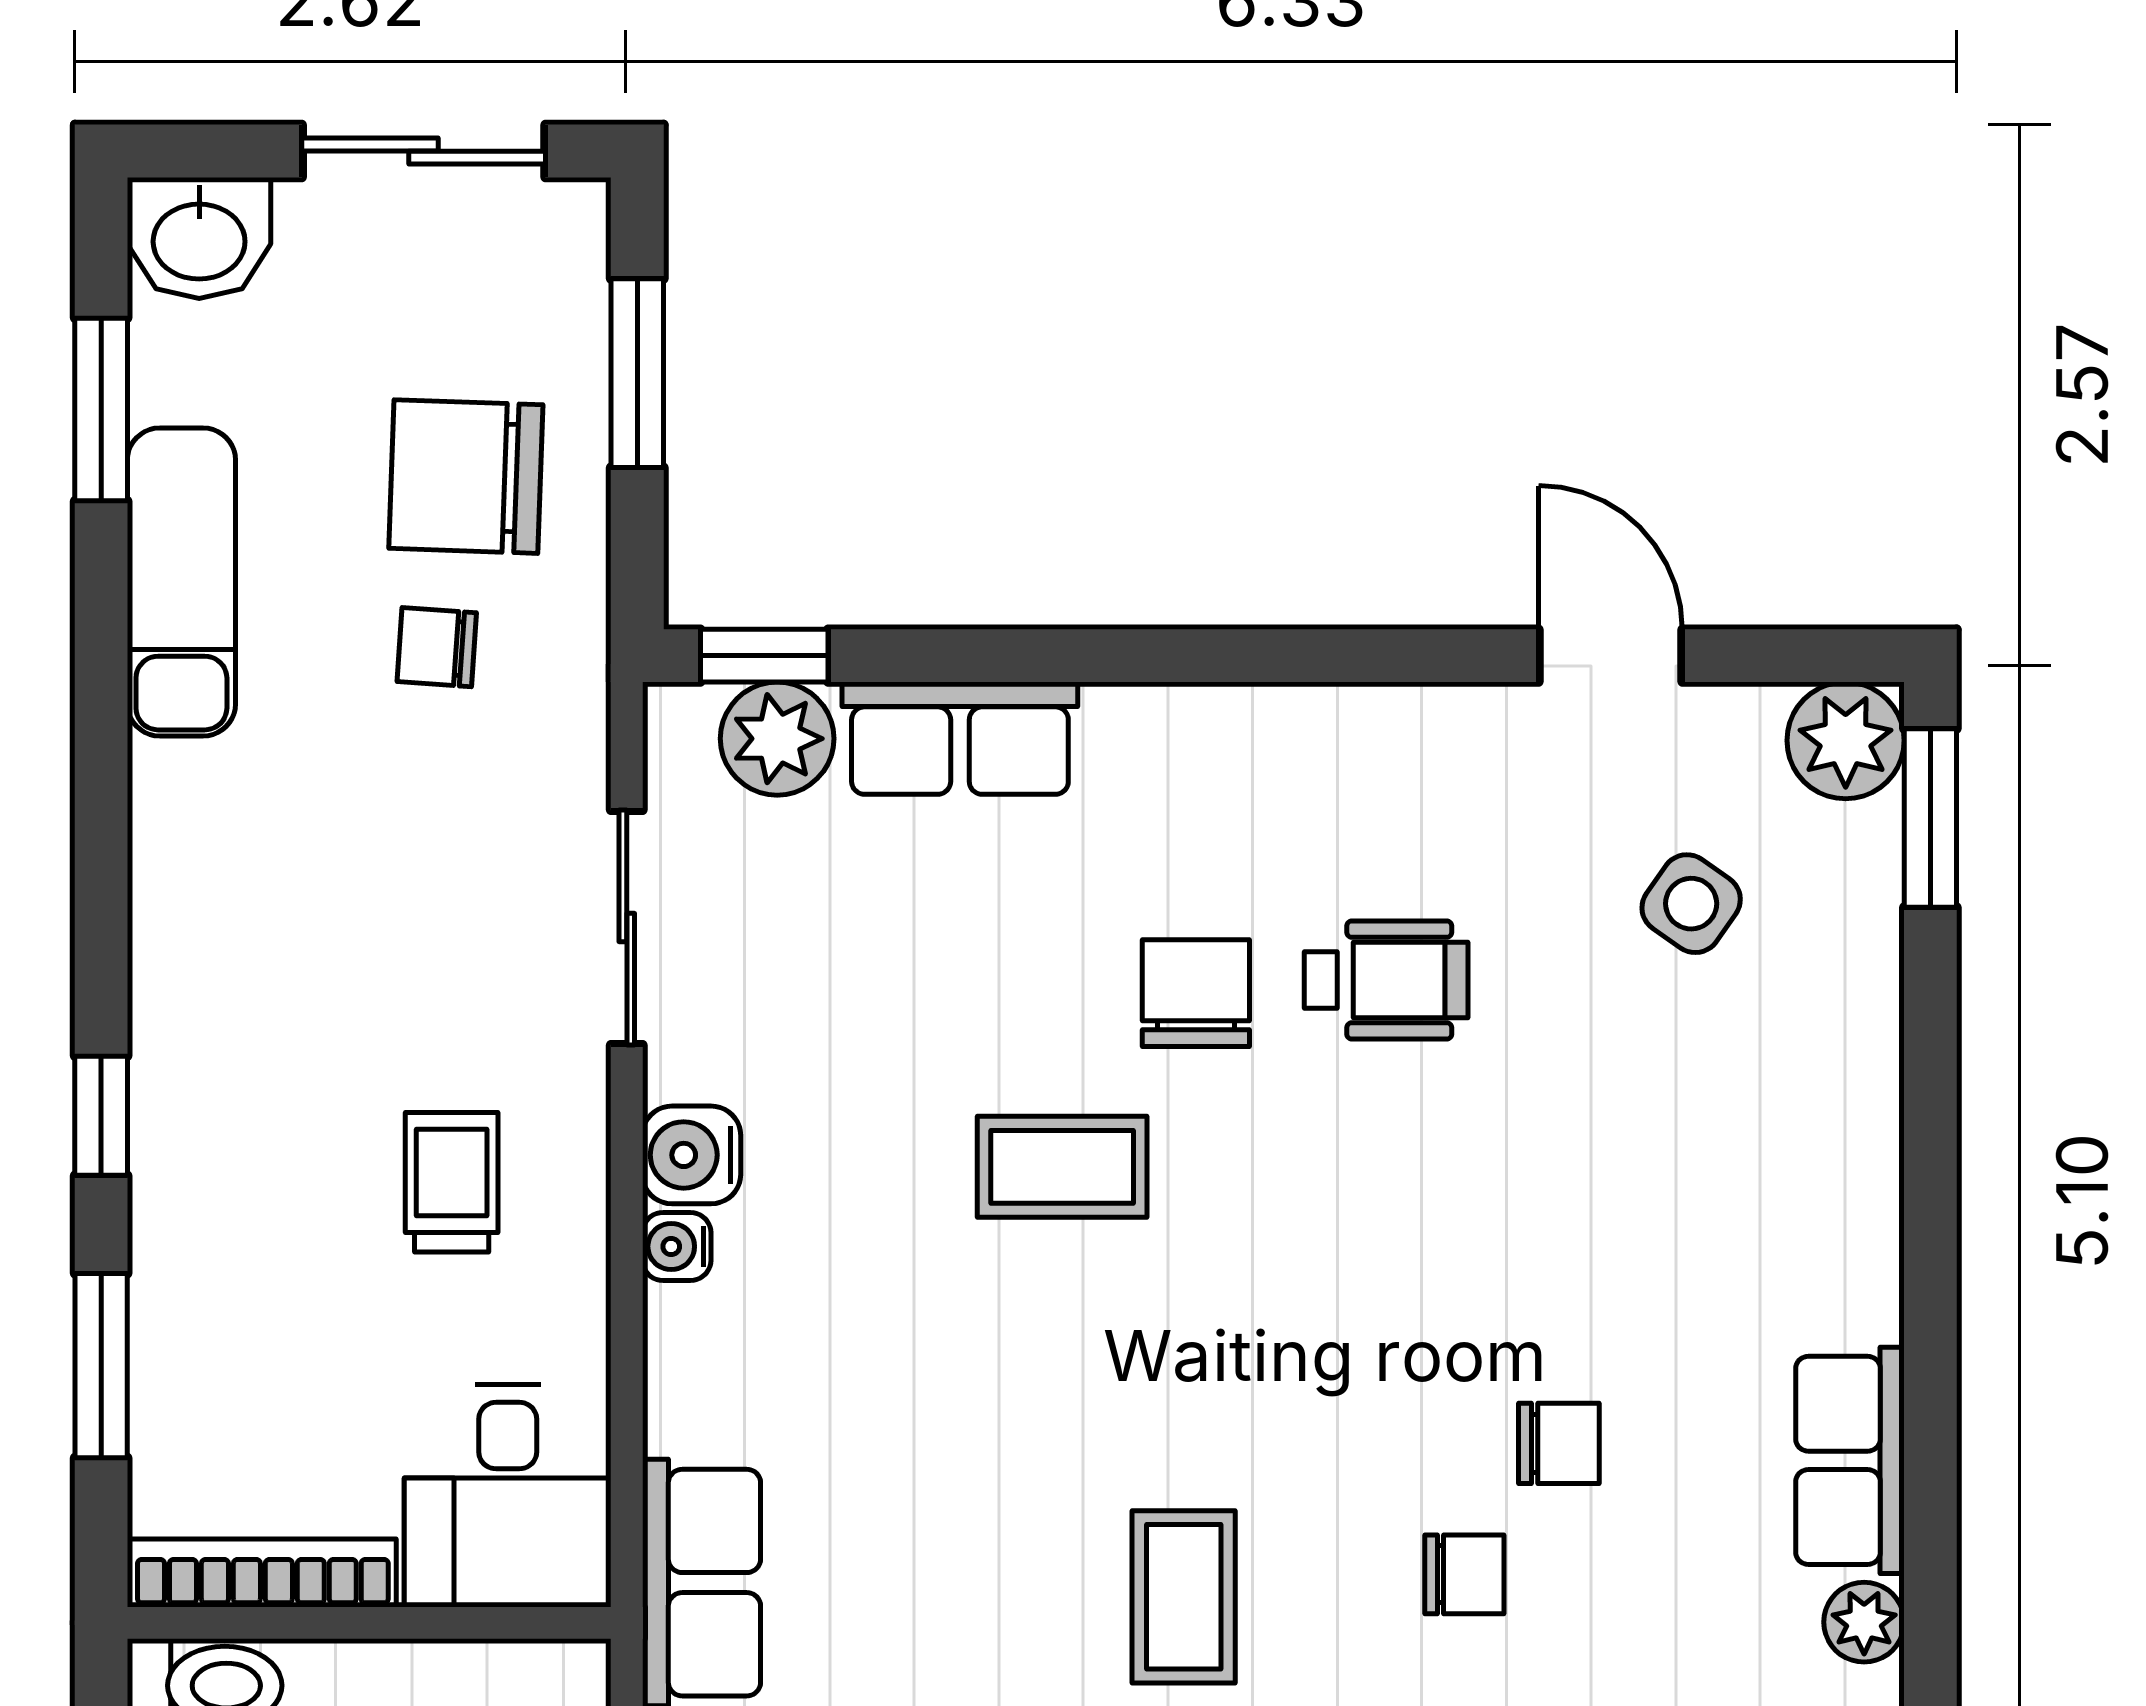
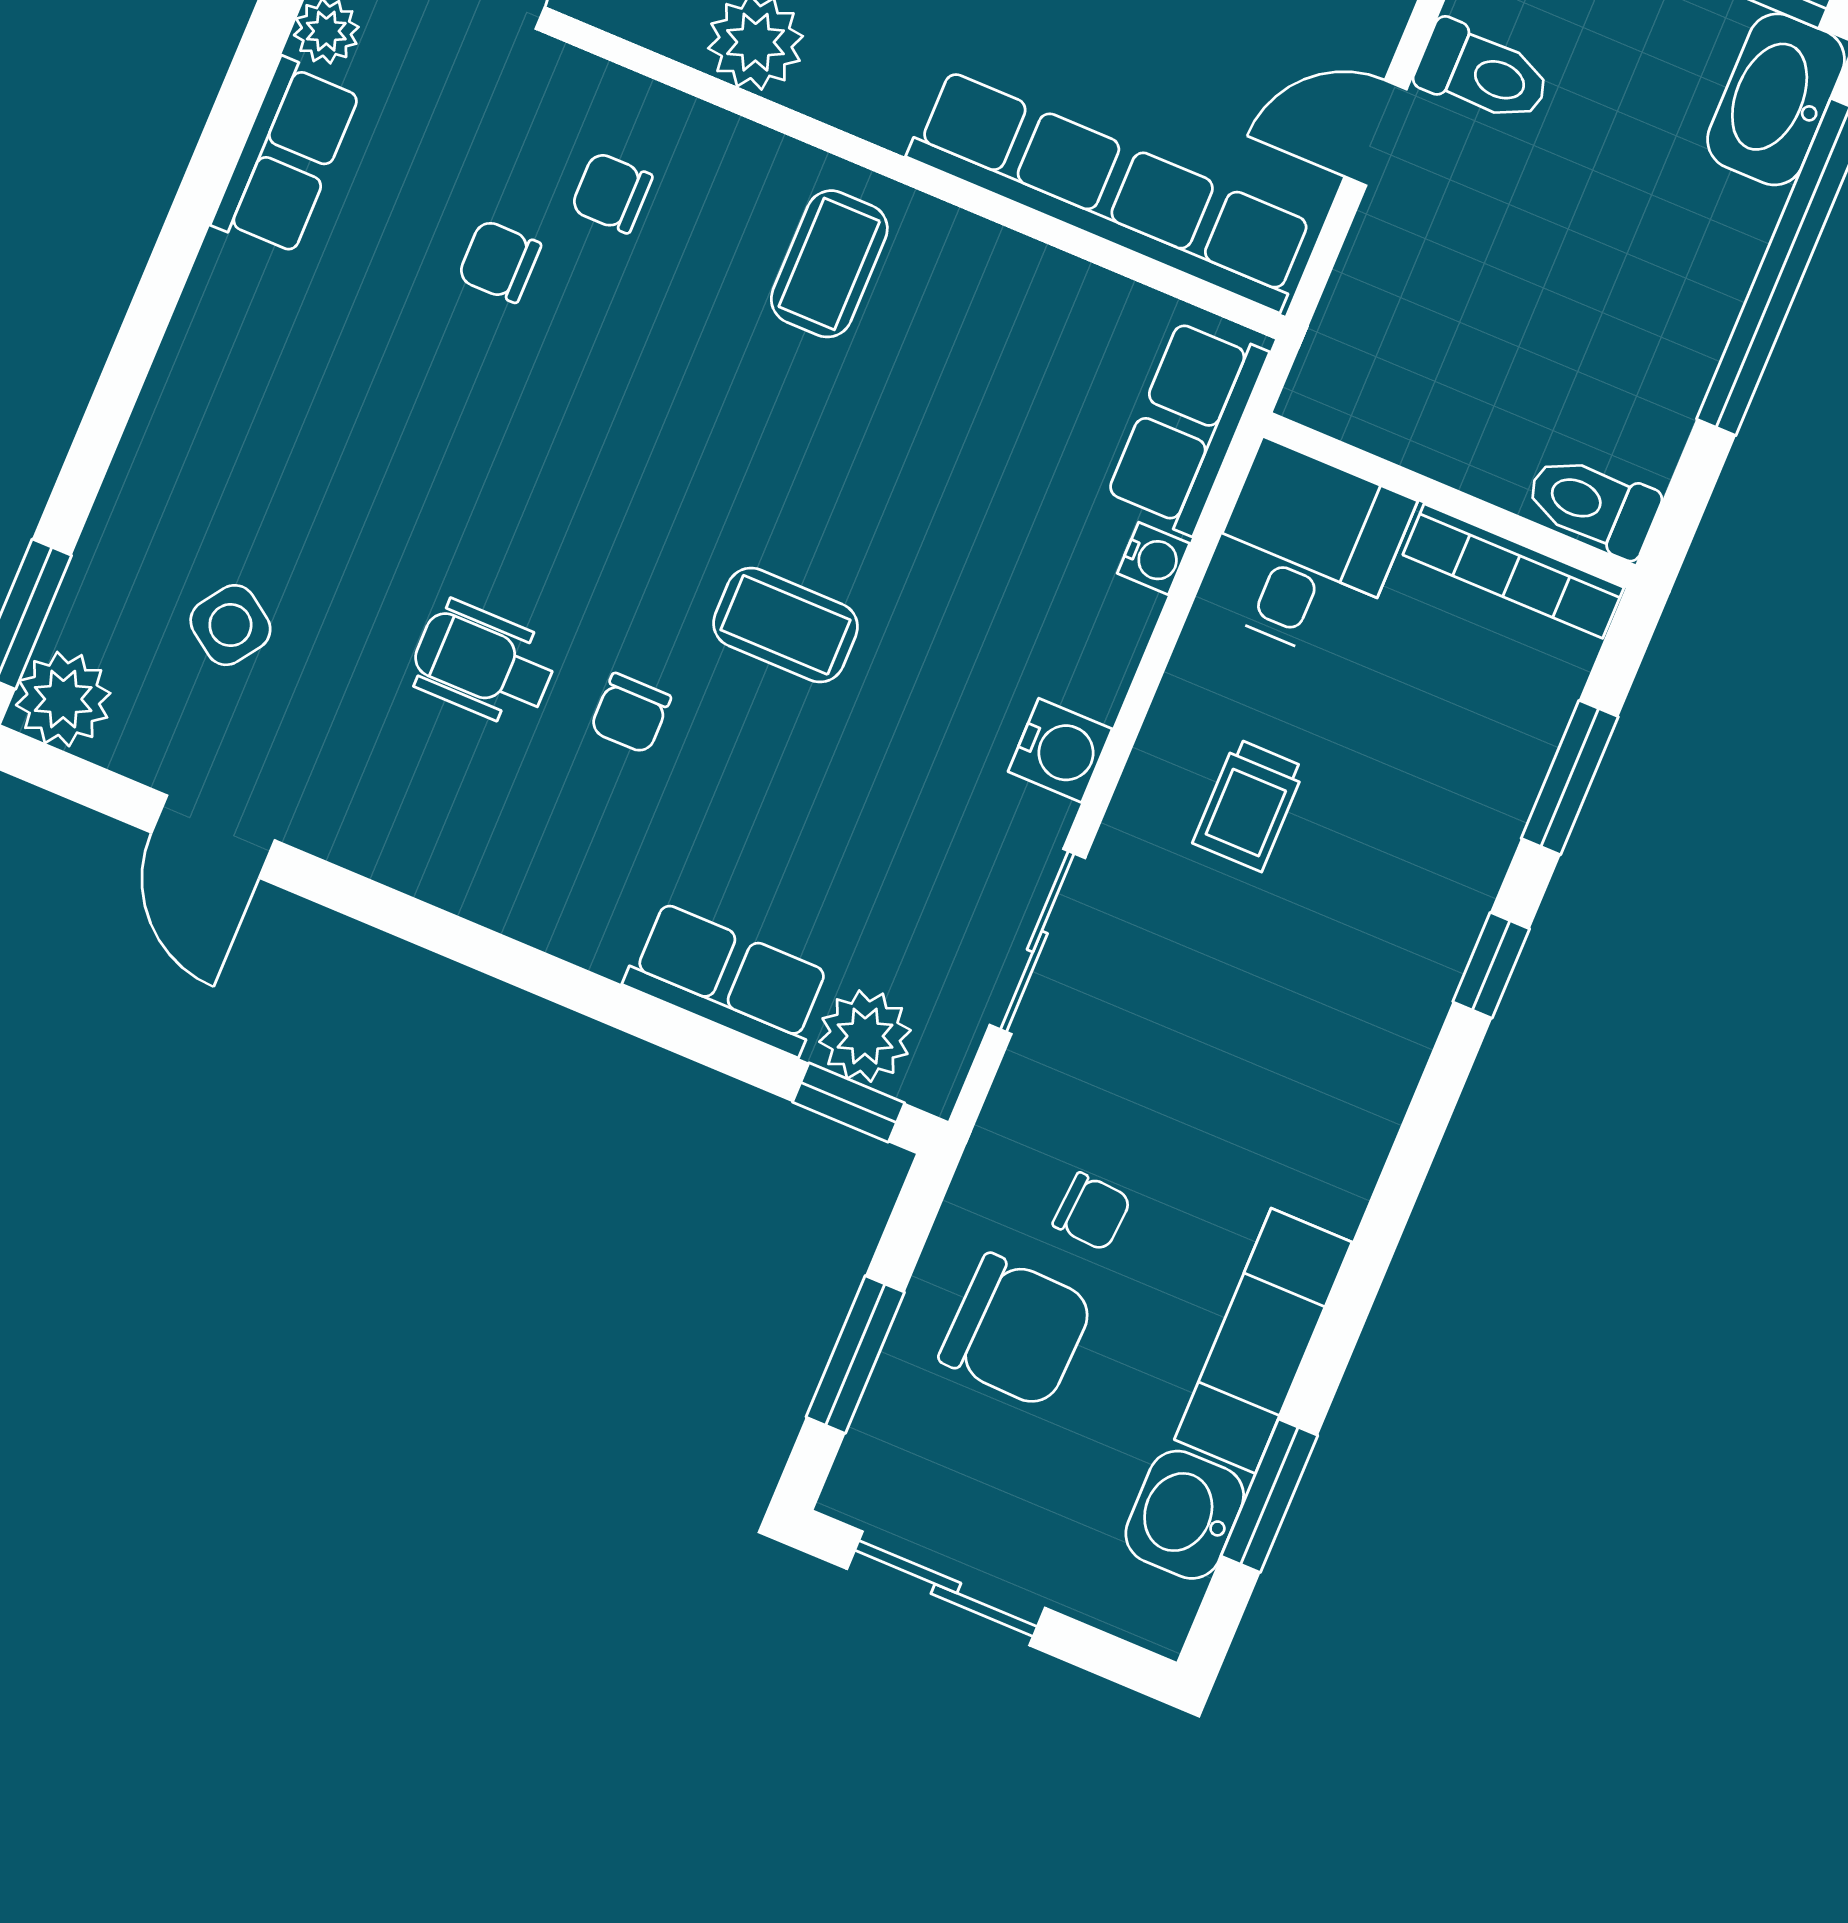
washbasin: (199, 238) -> (1185, 1515), moved, turned -90
chair: (1196, 993) -> (630, 713), width x0.73, depth x0.73
water cooler: (677, 1246) -> (1153, 558), moved

